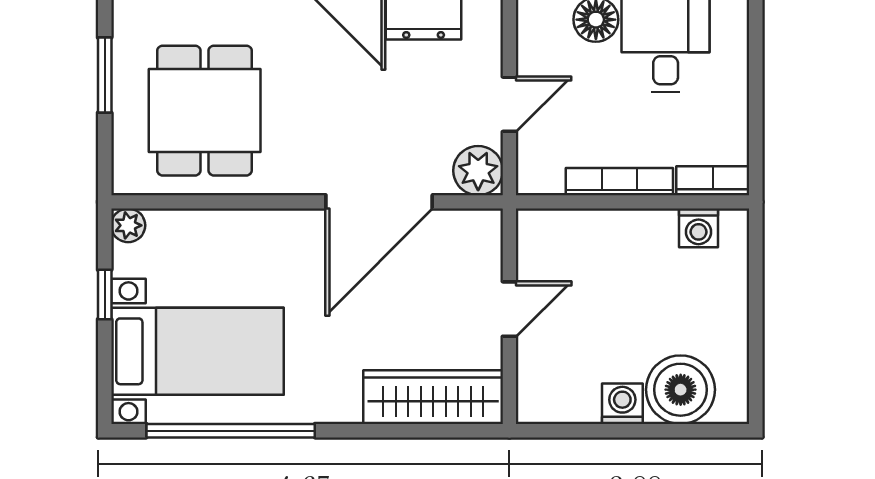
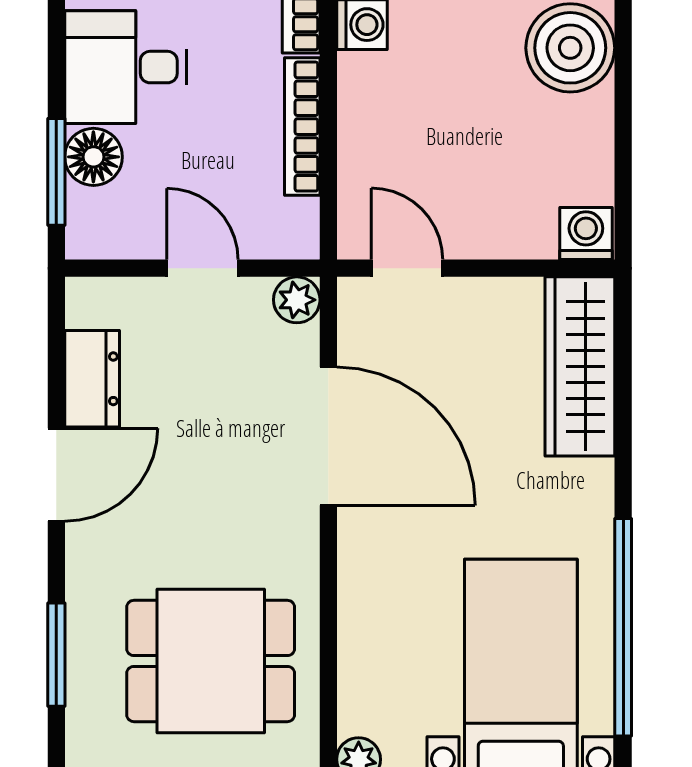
plant: (478, 171) -> (297, 300), width x0.73, depth x0.73
door: (509, 309) -> (407, 268), moved
washing machine: (622, 404) -> (586, 234), moved, turned 90

